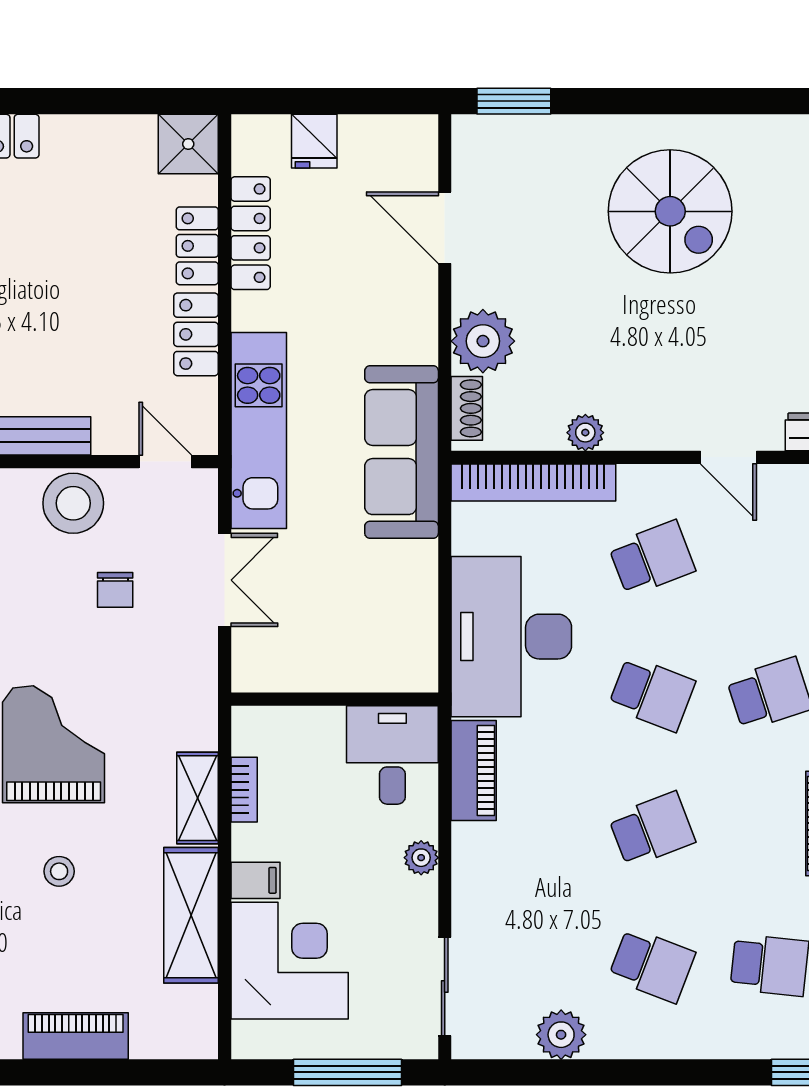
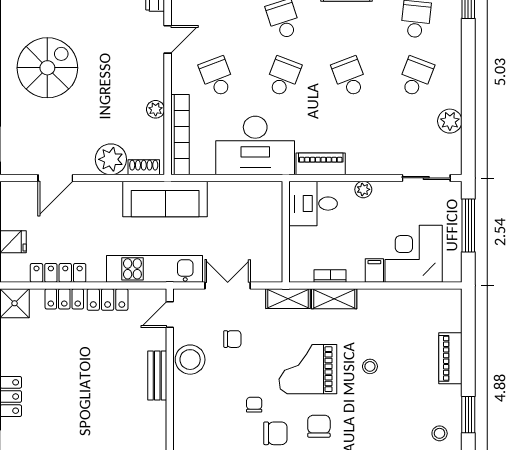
shelving: (191, 915) -> (288, 299), moved, width x0.67, depth x0.75

